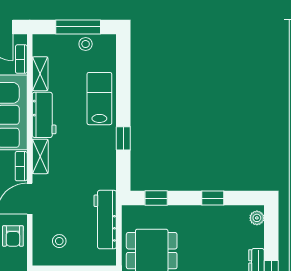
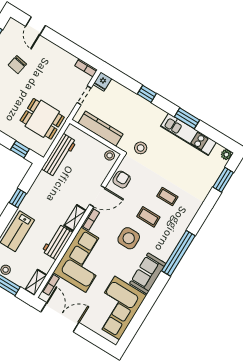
shelving: (40, 74) -> (36, 282), moved
stool: (59, 241) -> (110, 155), moved

